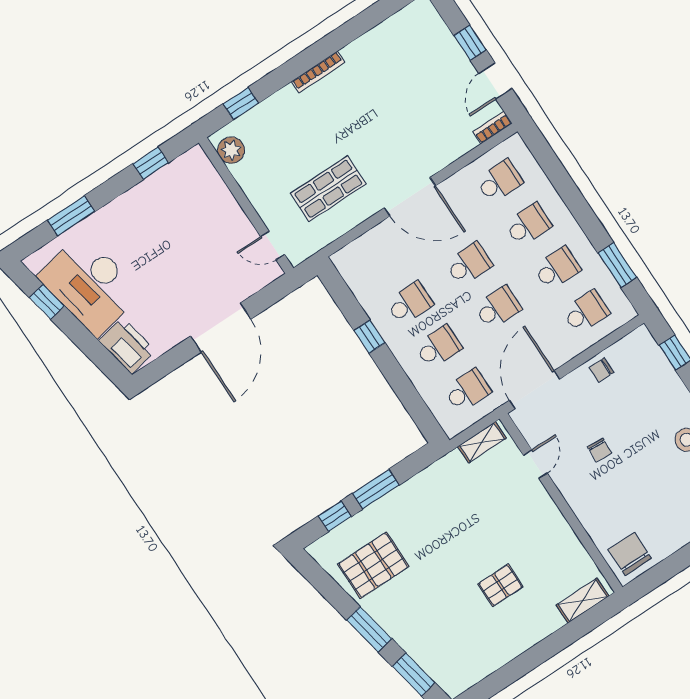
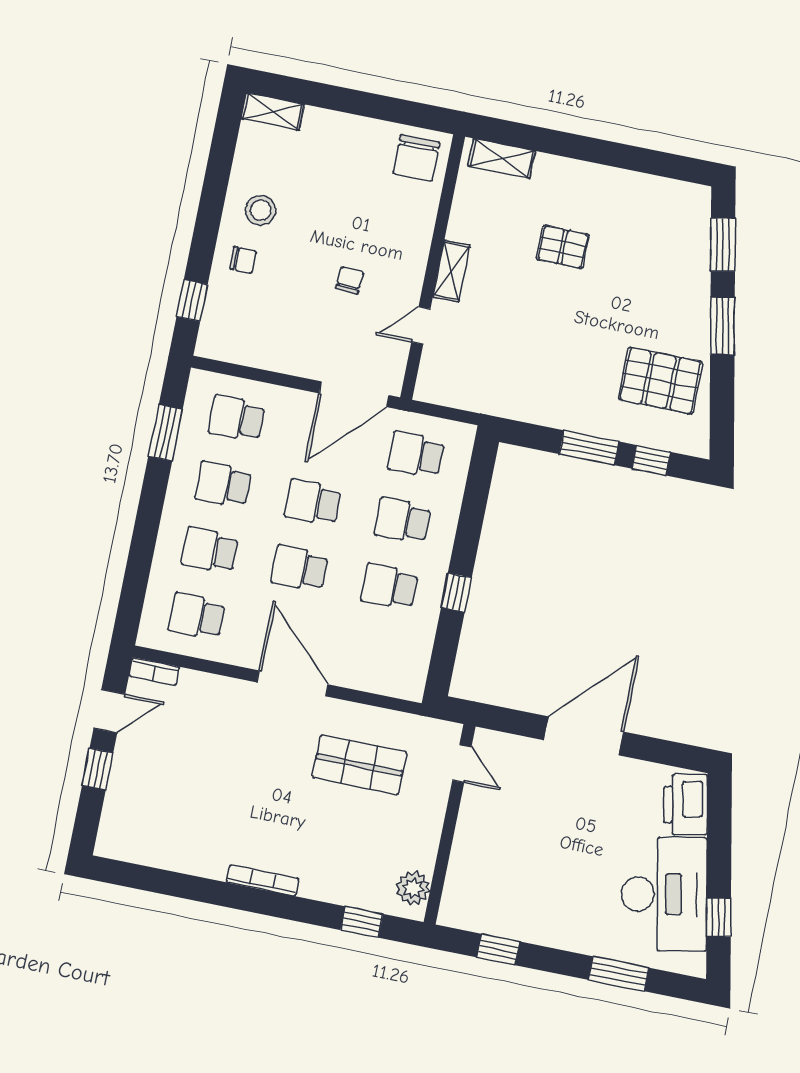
chair: (601, 370) -> (243, 260), moved
shelving: (482, 442) -> (451, 271), moved, turned 90

